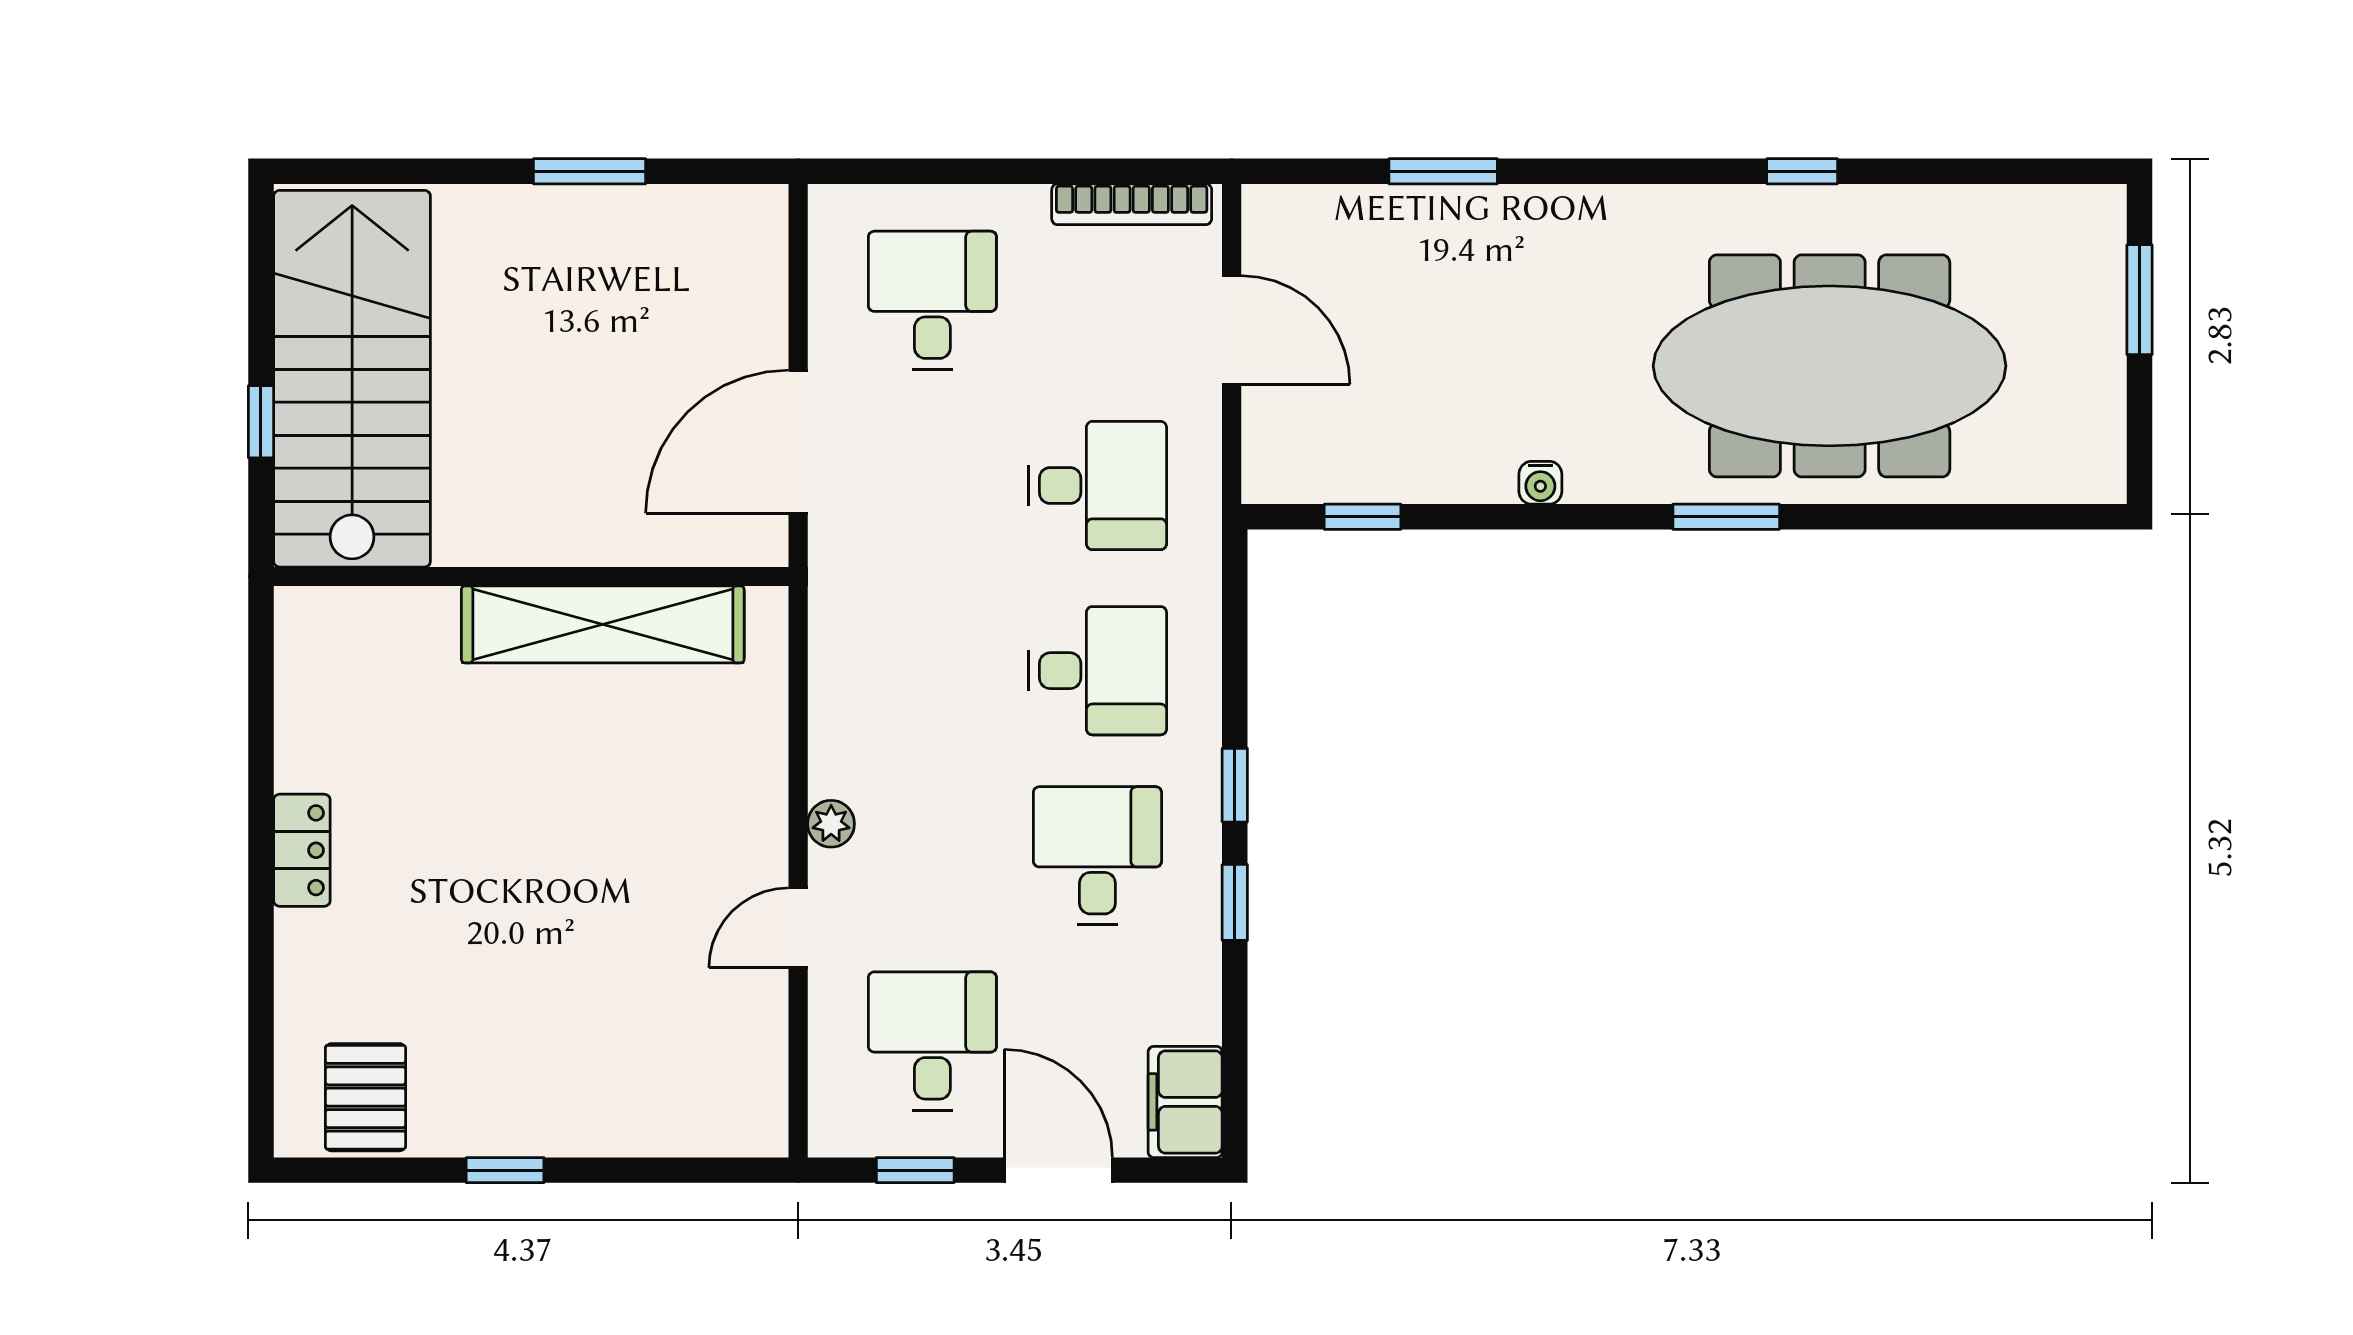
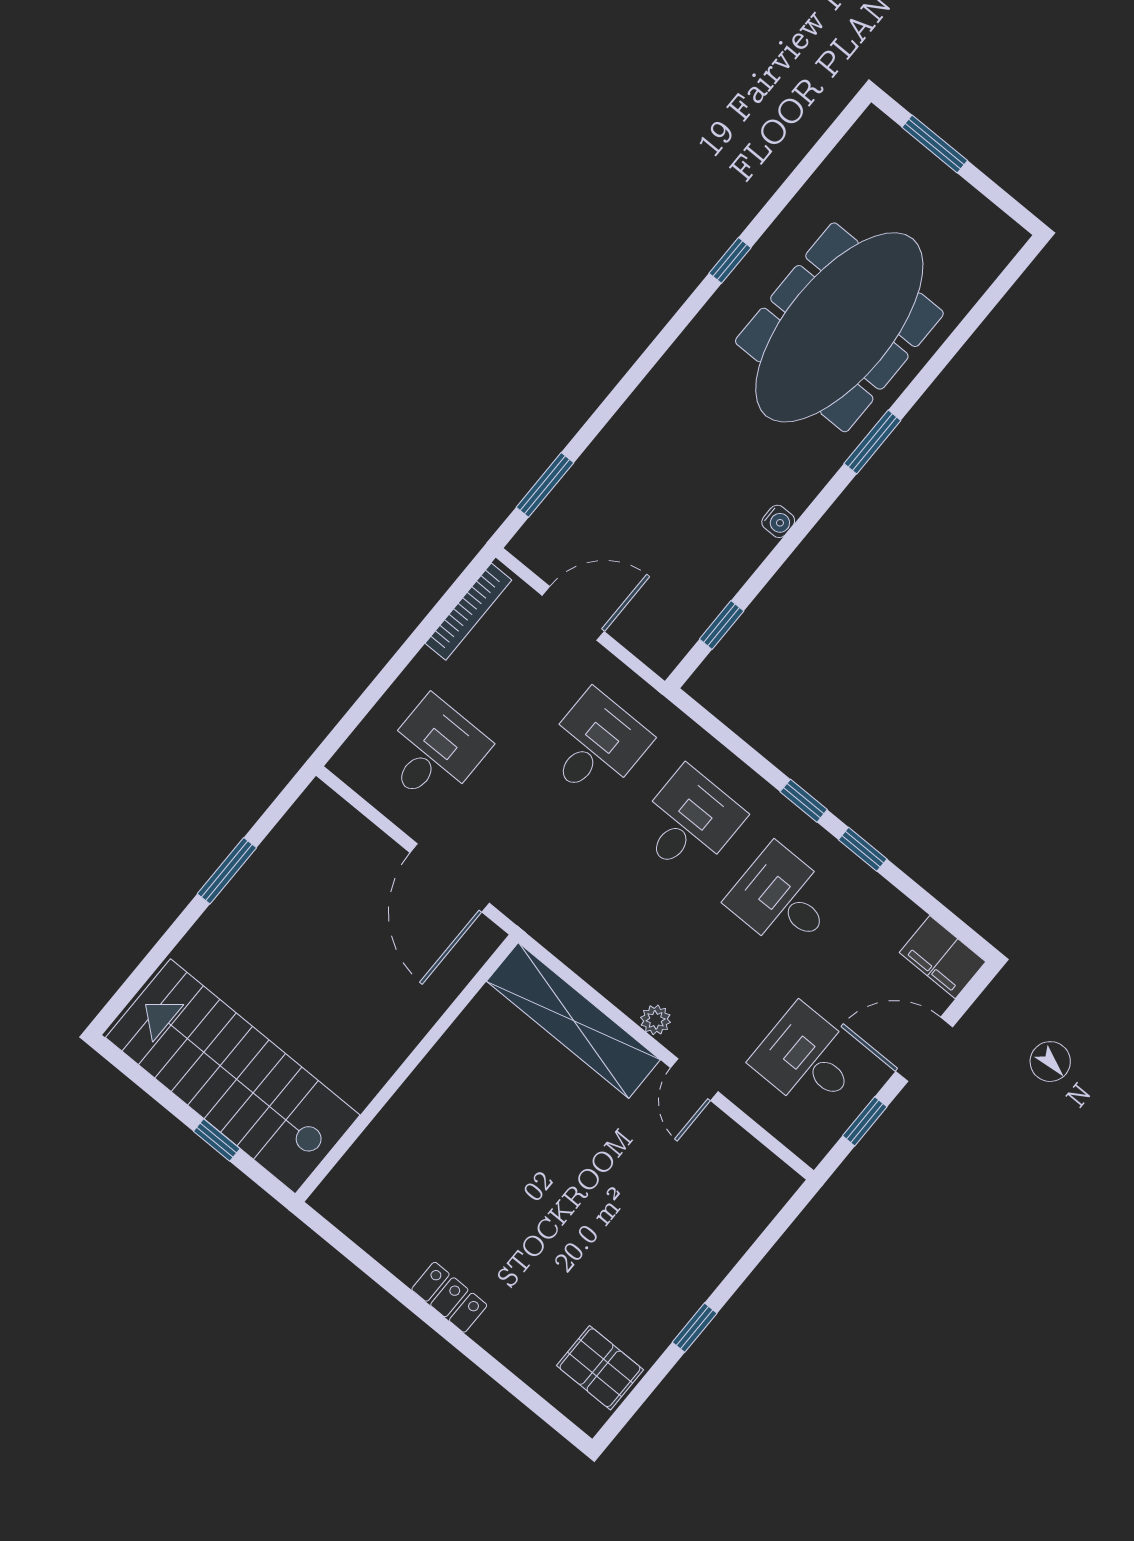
window: (1443, 171) -> (545, 485), moved
desk: (932, 300) -> (434, 752), turned 90
shelving: (603, 624) -> (573, 1021), moved, turned 90

